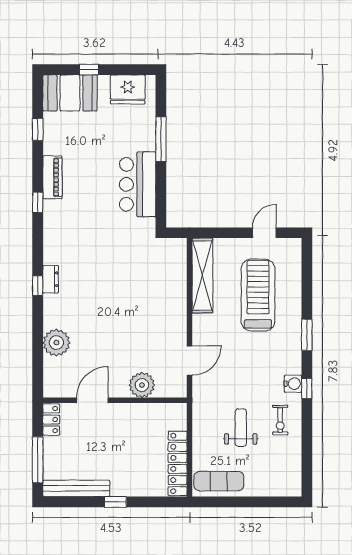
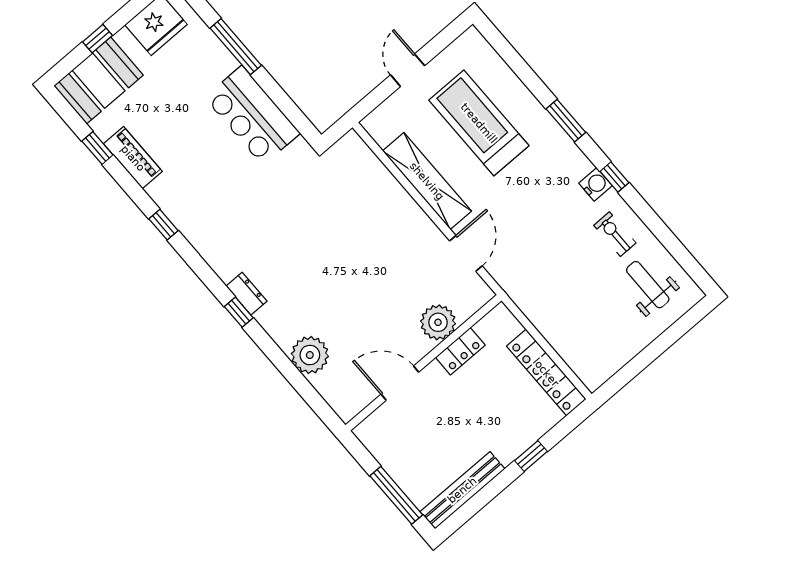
piano: (52, 177) -> (133, 158), moved
door: (264, 233) -> (408, 70), moved
shelving: (202, 275) -> (427, 181), moved
door: (92, 400) -> (400, 383), hinge flipped
locker: (51, 420) -> (460, 351), moved, turned 90
exercise bike: (280, 420) -> (615, 234), turned 180
weight bench: (241, 428) -> (648, 285), moved
exercise mat: (219, 481) -> (606, 354), removed
window: (115, 502) -> (531, 456), moved

